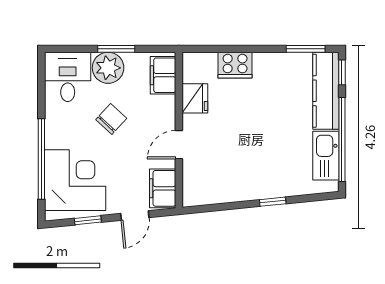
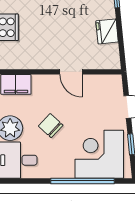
fridge: (195, 98) -> (107, 31), moved, turned -96
filing cabinet: (163, 188) -> (106, 85), removed

